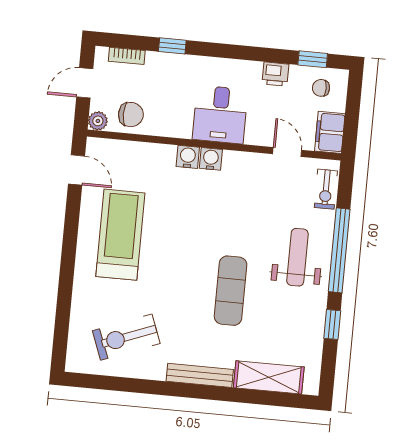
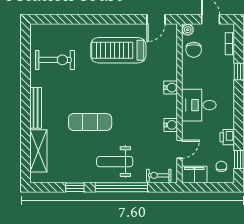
water cooler: (211, 159) -> (171, 125), moved
treadmill: (120, 235) -> (118, 50), turned 180
weight bench: (297, 257) -> (115, 162), turned 180
exercise bike: (126, 337) -> (55, 60), turned 111

